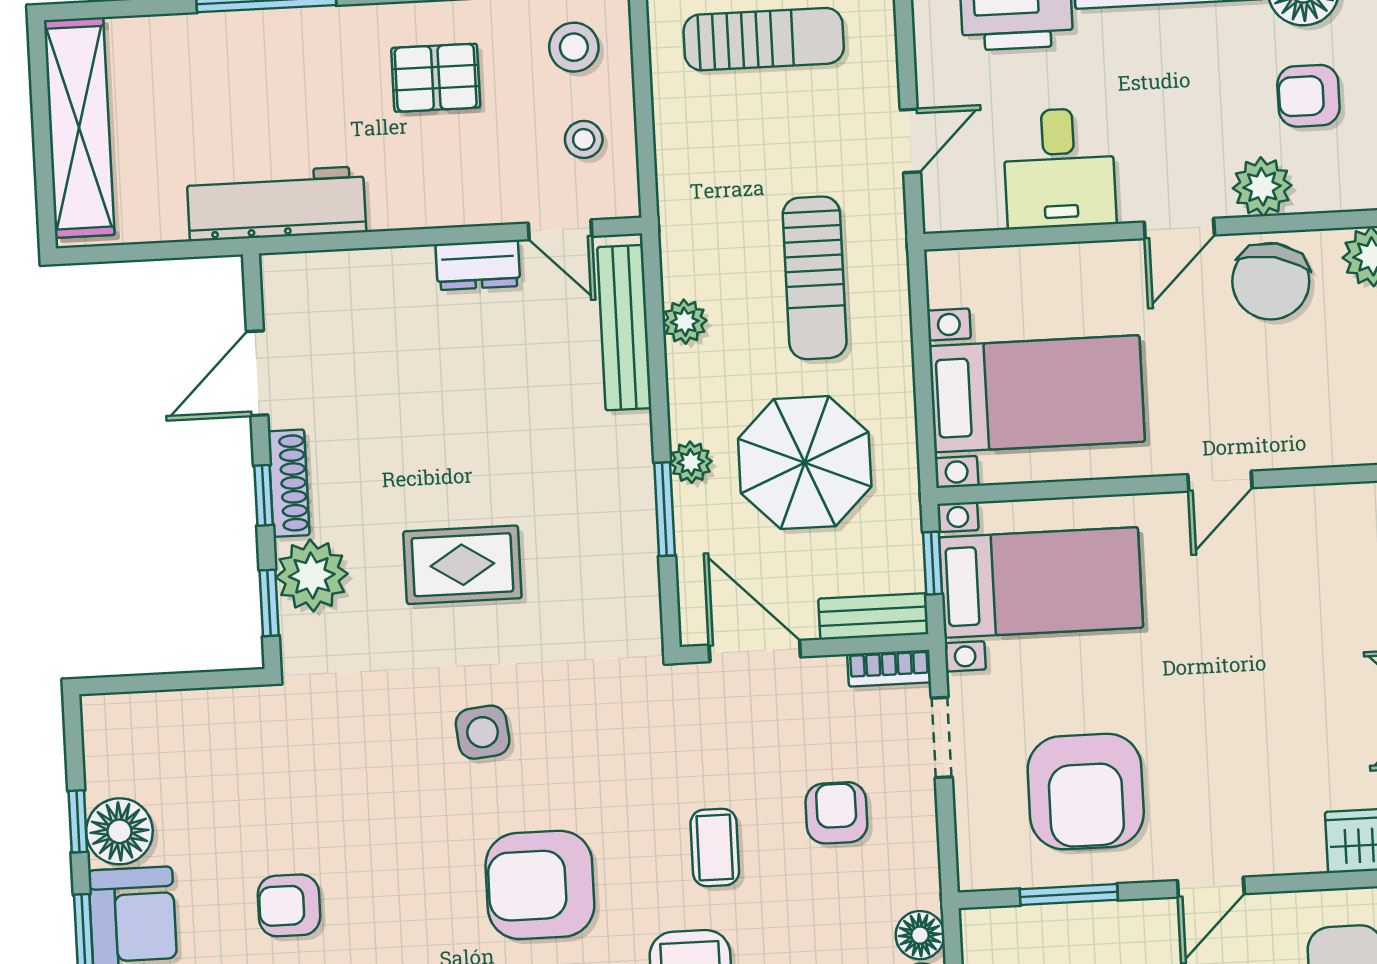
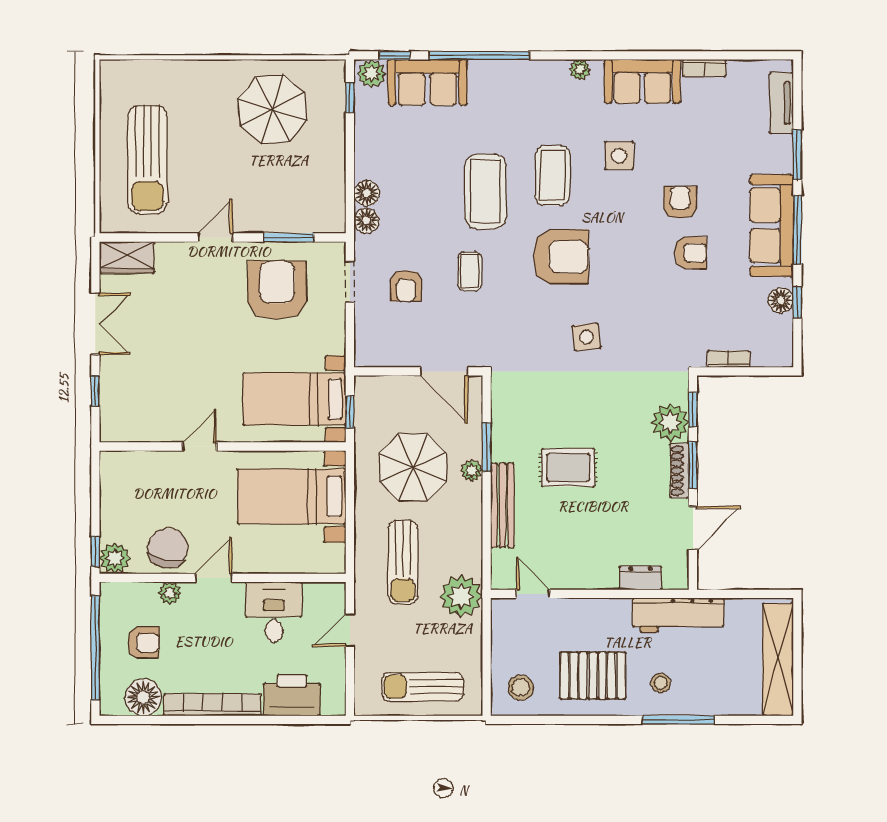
pallet: (436, 78) -> (593, 676), width x1.50, depth x1.42
stool: (584, 139) -> (661, 683), moved
plant: (1262, 187) -> (170, 593), width x0.73, depth x0.73
dresser: (478, 265) -> (640, 578), moved
sun lounger: (815, 278) -> (403, 562), turned 180
plant: (685, 322) -> (461, 596), moved, width x1.88, depth x1.88
bench: (624, 328) -> (502, 505), moved
window: (264, 495) -> (693, 465), width x1.50
rug: (462, 565) -> (568, 468), moved
bench: (873, 616) -> (382, 386), removed
bookcase: (889, 668) -> (729, 359), moved
doorway: (942, 737) -> (350, 282), moved
floor lamp: (119, 831) -> (781, 300), width x0.73, depth x0.73

